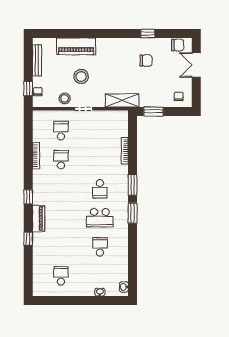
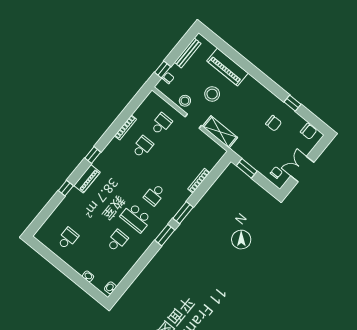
double door: (196, 65) -> (302, 169), moved
shelving: (122, 100) -> (220, 132), moved

